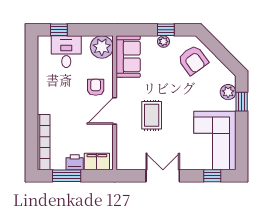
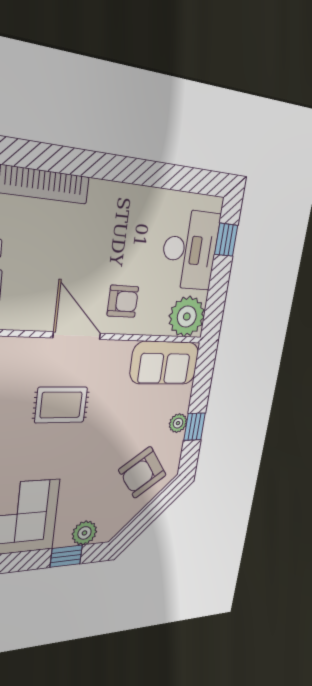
desk: (66, 52) -> (190, 250), width x1.37

